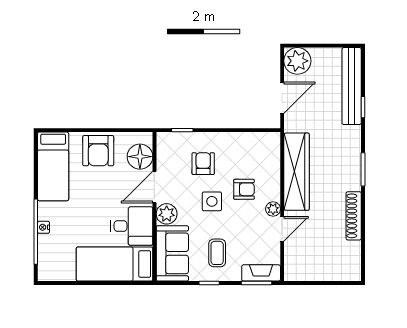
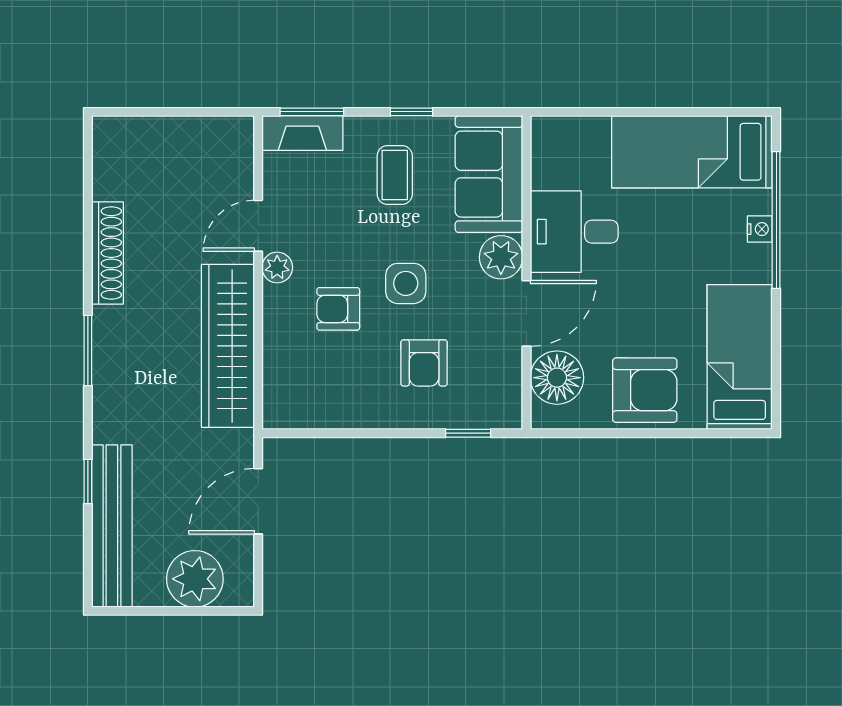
plant: (297, 61) -> (195, 579), moved
armchair: (98, 151) -> (645, 390), turned 90
bed: (114, 264) -> (692, 152), moved, turned 180

